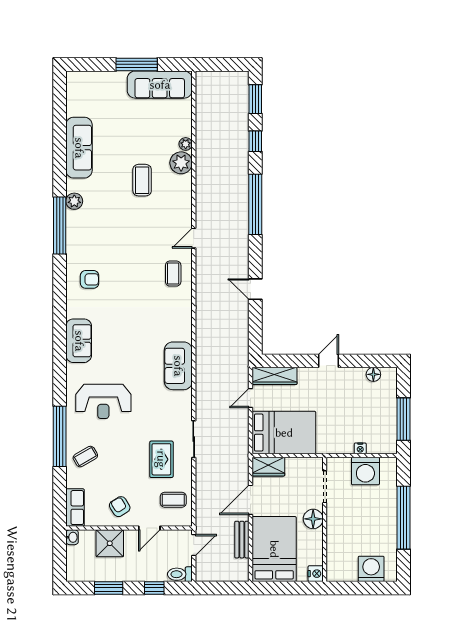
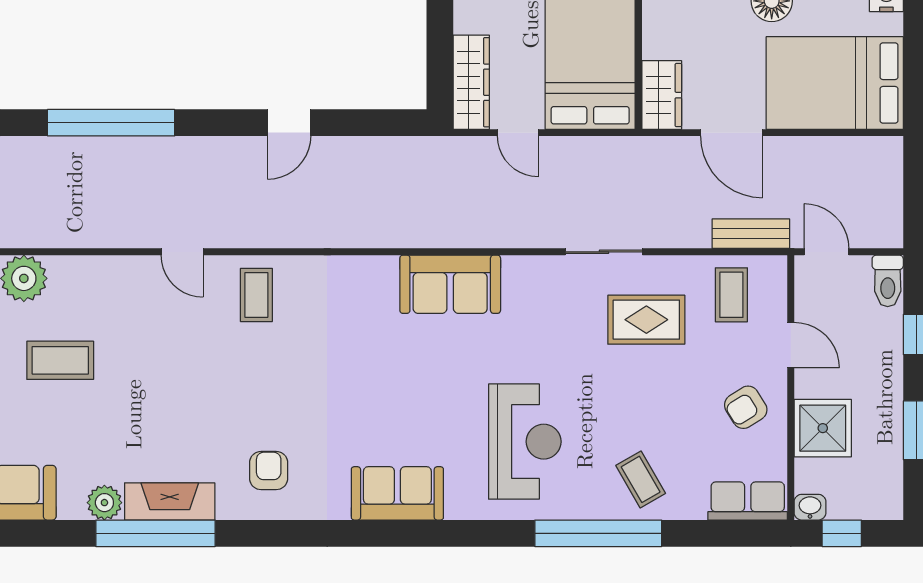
fireplace: (75, 232) -> (170, 501), added
coffee table: (173, 274) -> (256, 295), turned 90
bench: (242, 540) -> (751, 234), moved
window: (60, 552) -> (842, 533), added

